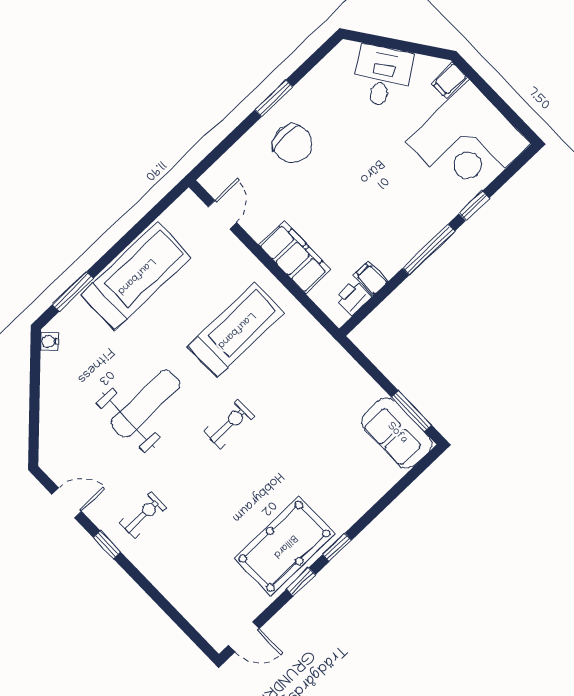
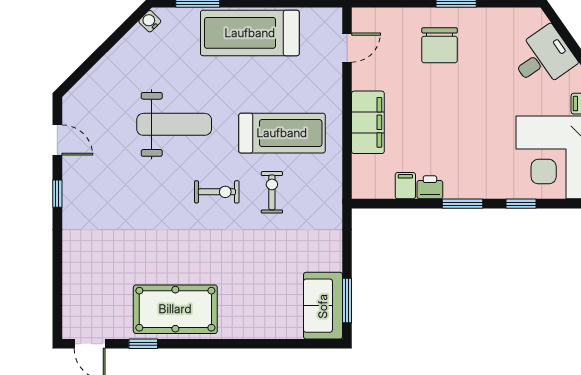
window: (429, 250) -> (463, 204), width x0.69
treadmill: (136, 276) -> (250, 33), turned 180
printer: (353, 298) -> (430, 187), moved
exercise bike: (143, 515) -> (272, 192), moved, turned -90
window: (337, 547) -> (210, 344), removed
window: (301, 582) -> (143, 344), moved

